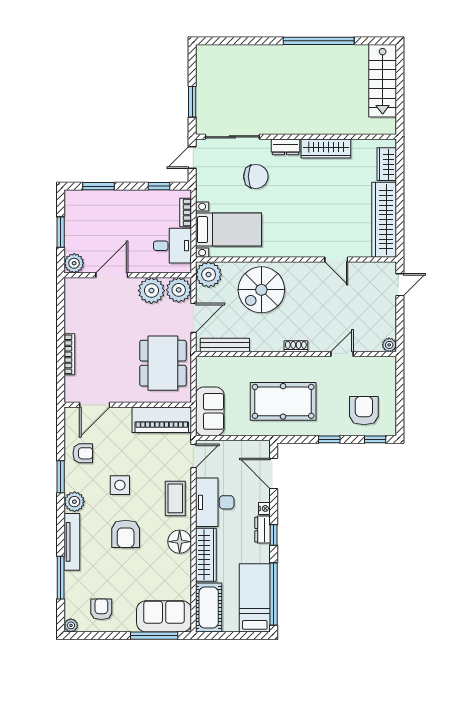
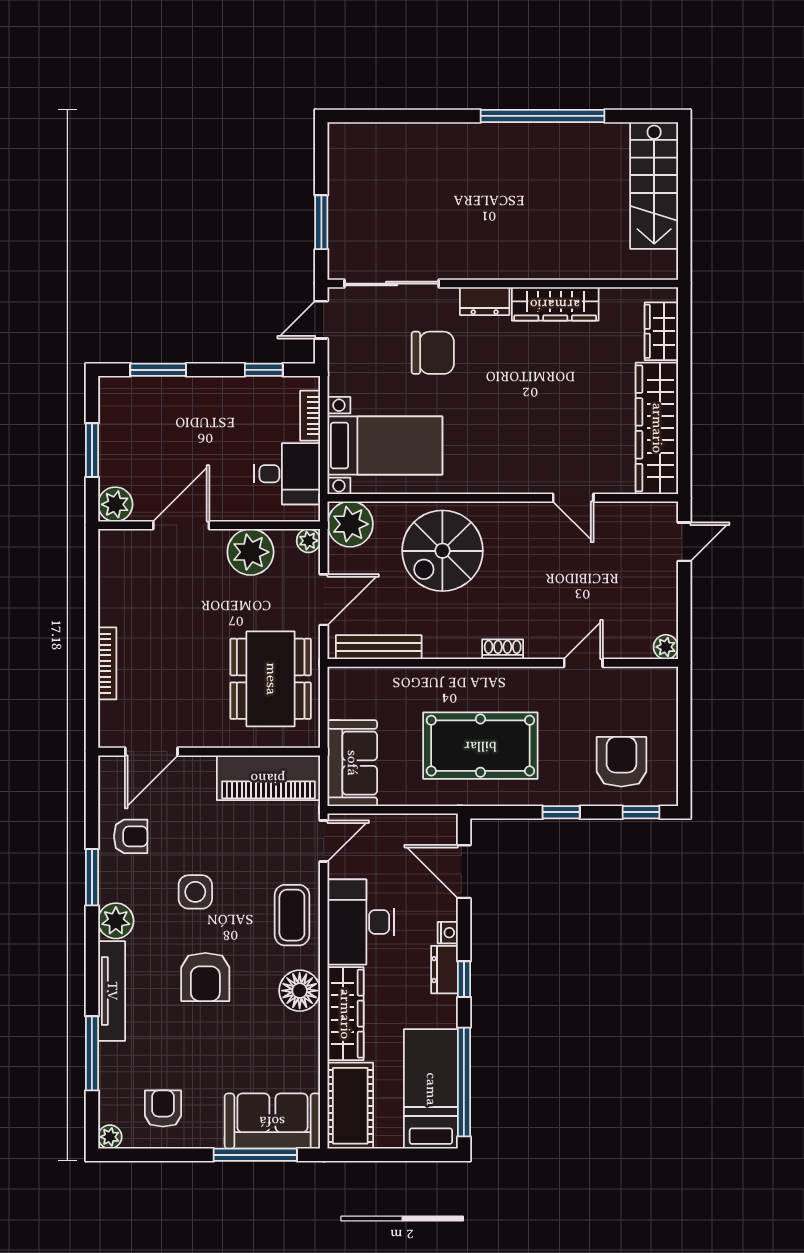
plant: (179, 290) -> (308, 541), width x0.53, depth x0.53

